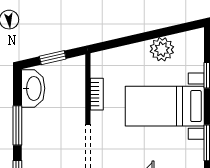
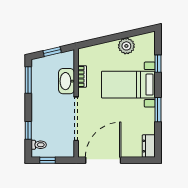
washbasin: (33, 88) -> (67, 81), moved, turned 180
window: (17, 125) -> (28, 80), moved

